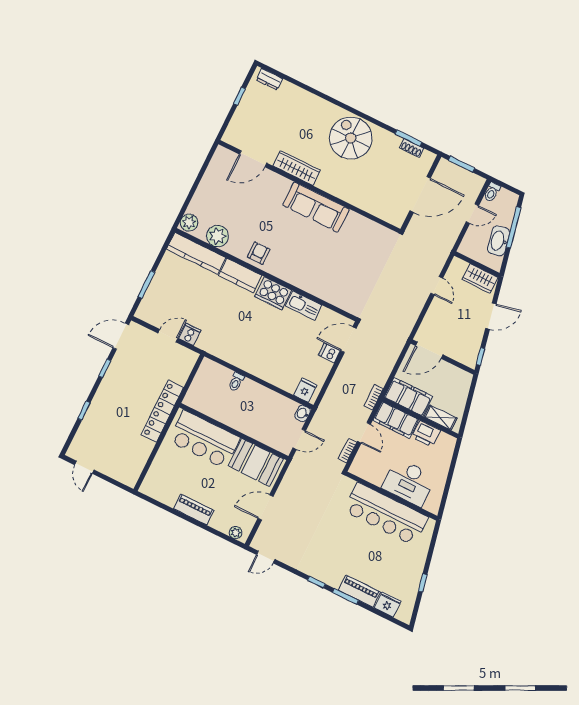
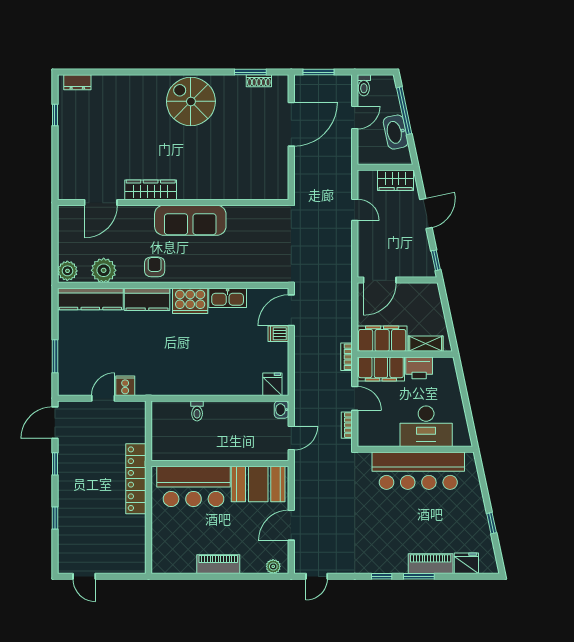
door: (253, 159) -> (101, 203), moved
wardrobe: (297, 168) -> (151, 190), moved
wall: (309, 187) -> (173, 203), moved
sofa: (316, 207) -> (190, 220), moved

